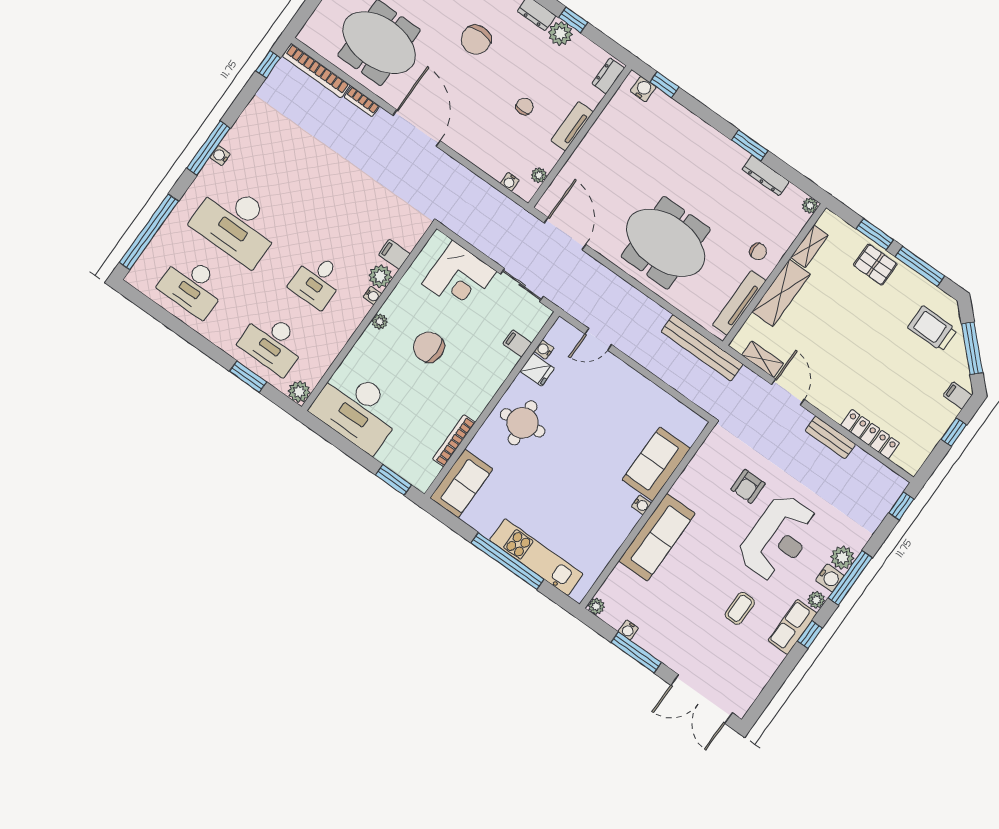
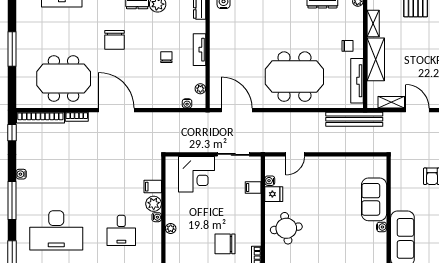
water cooler: (220, 156) -> (21, 174), moved
chair: (429, 347) -> (225, 244), moved

